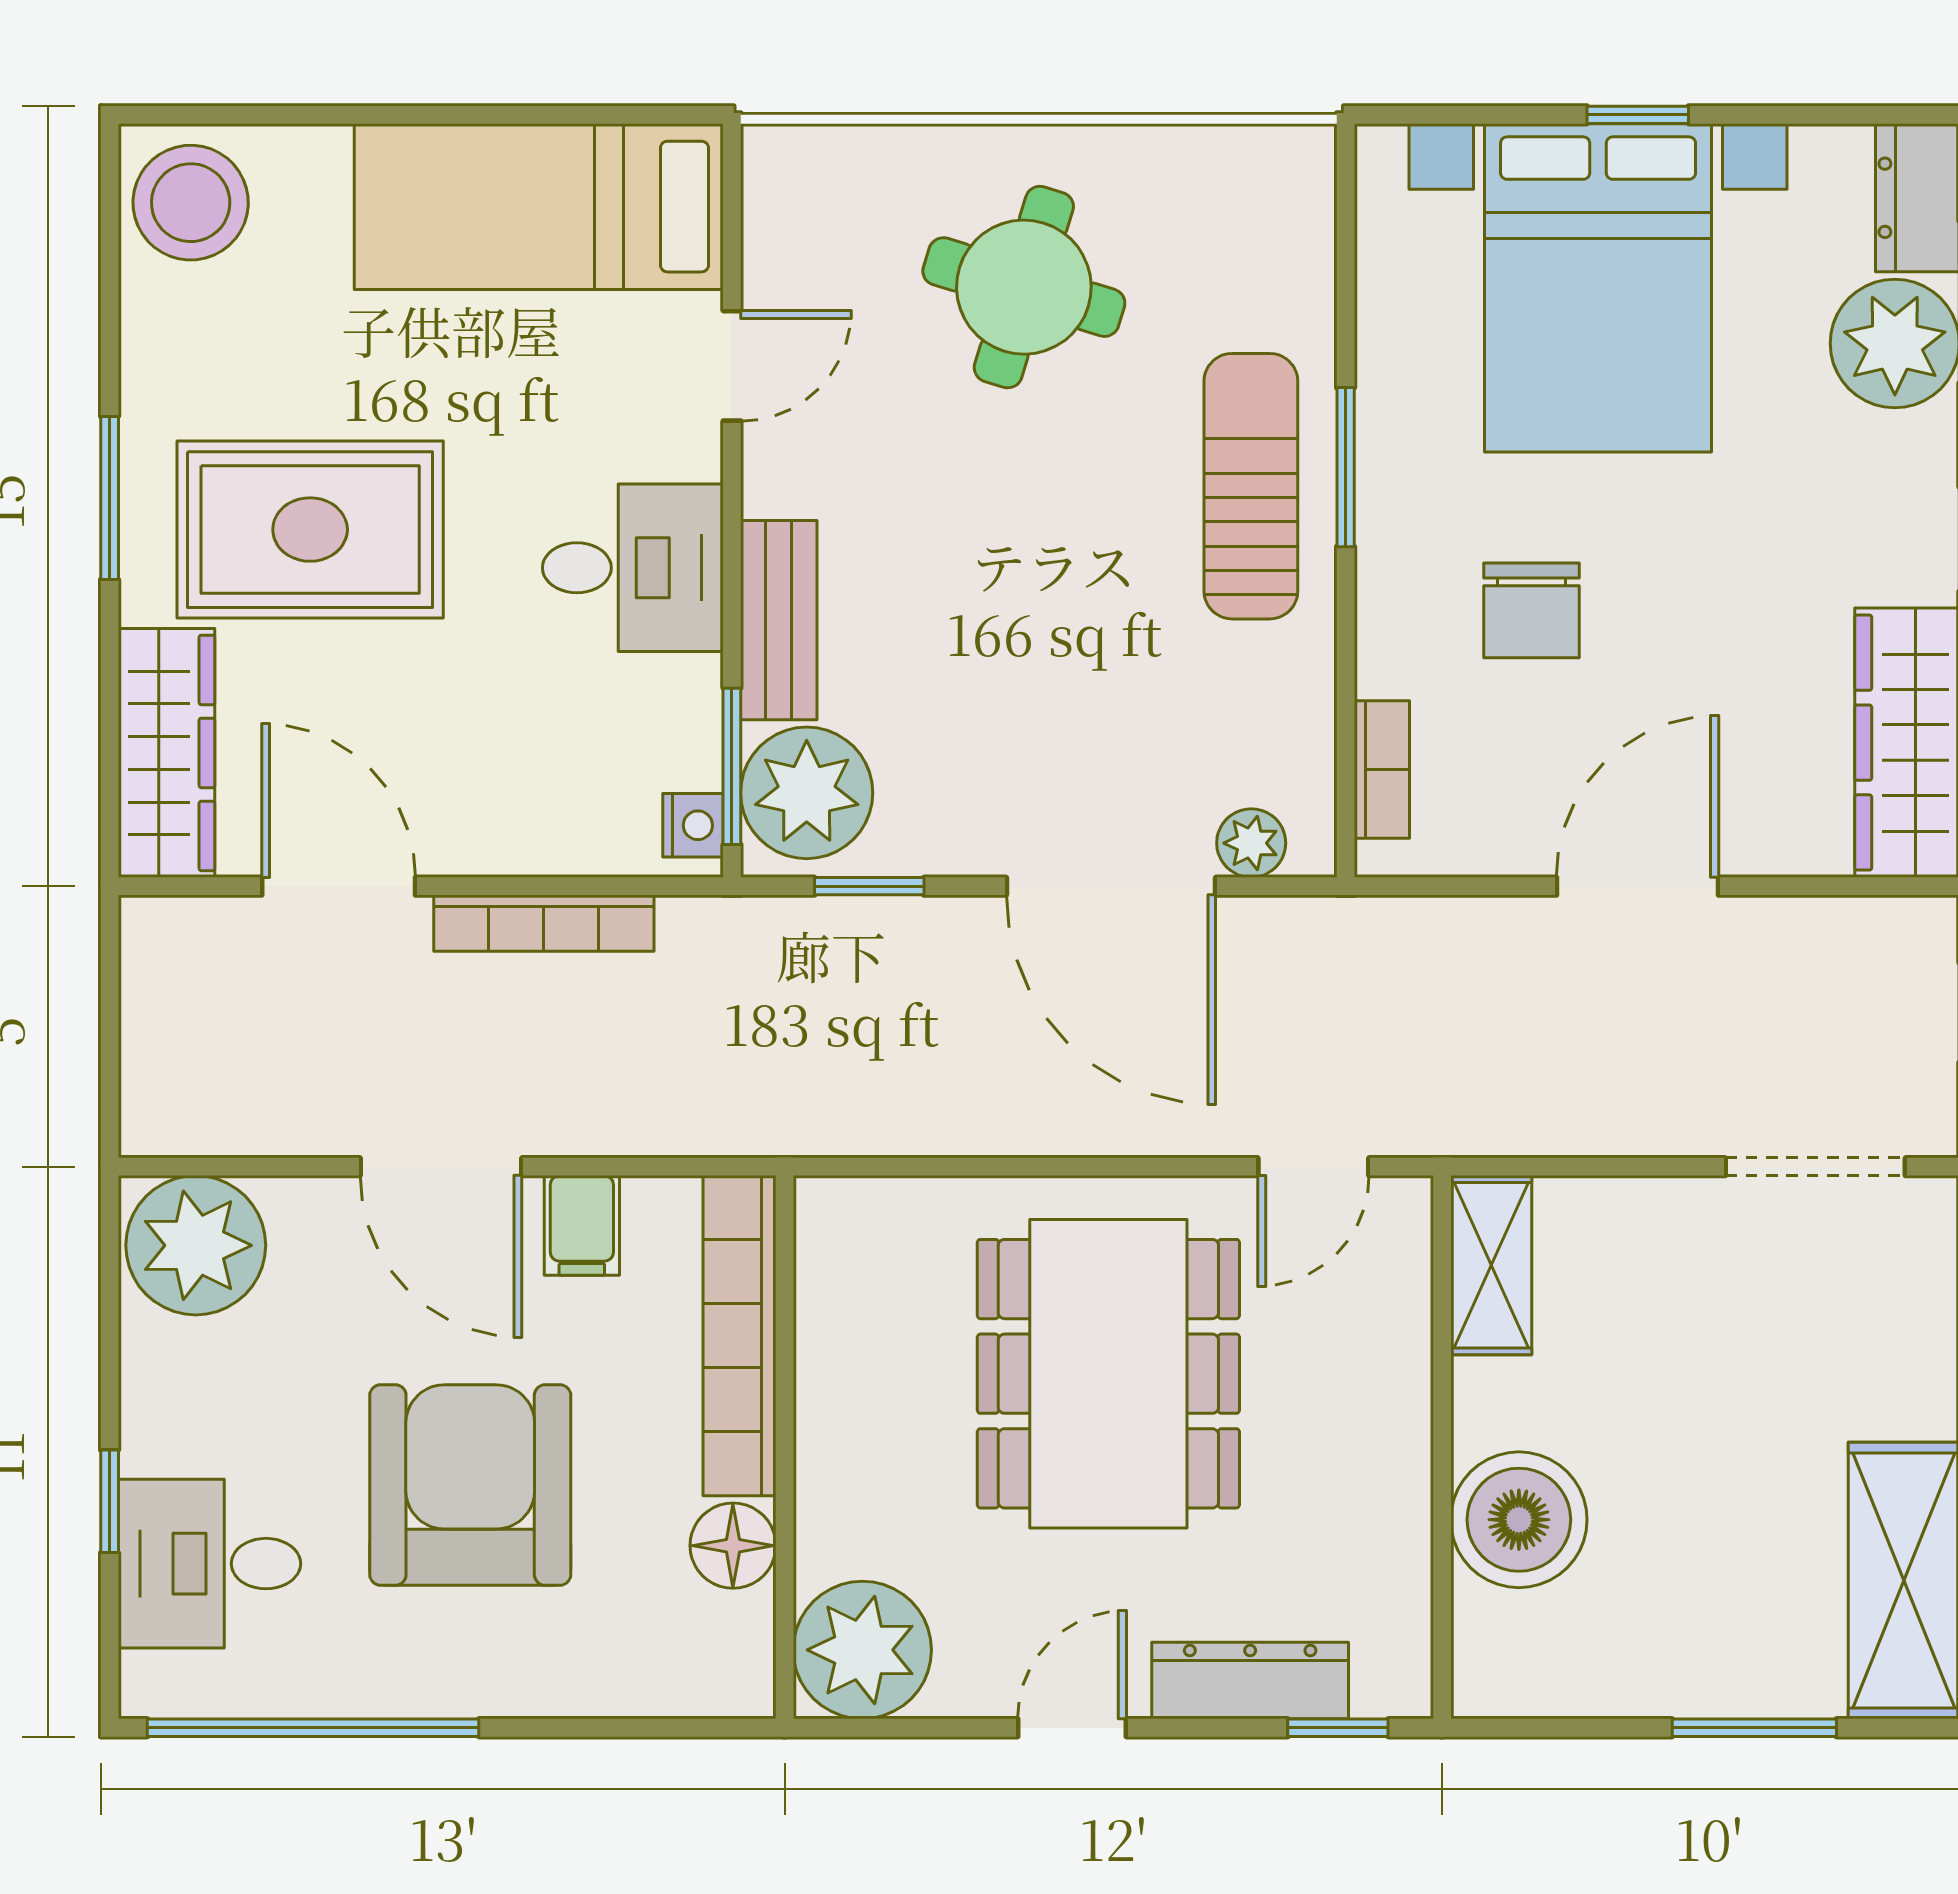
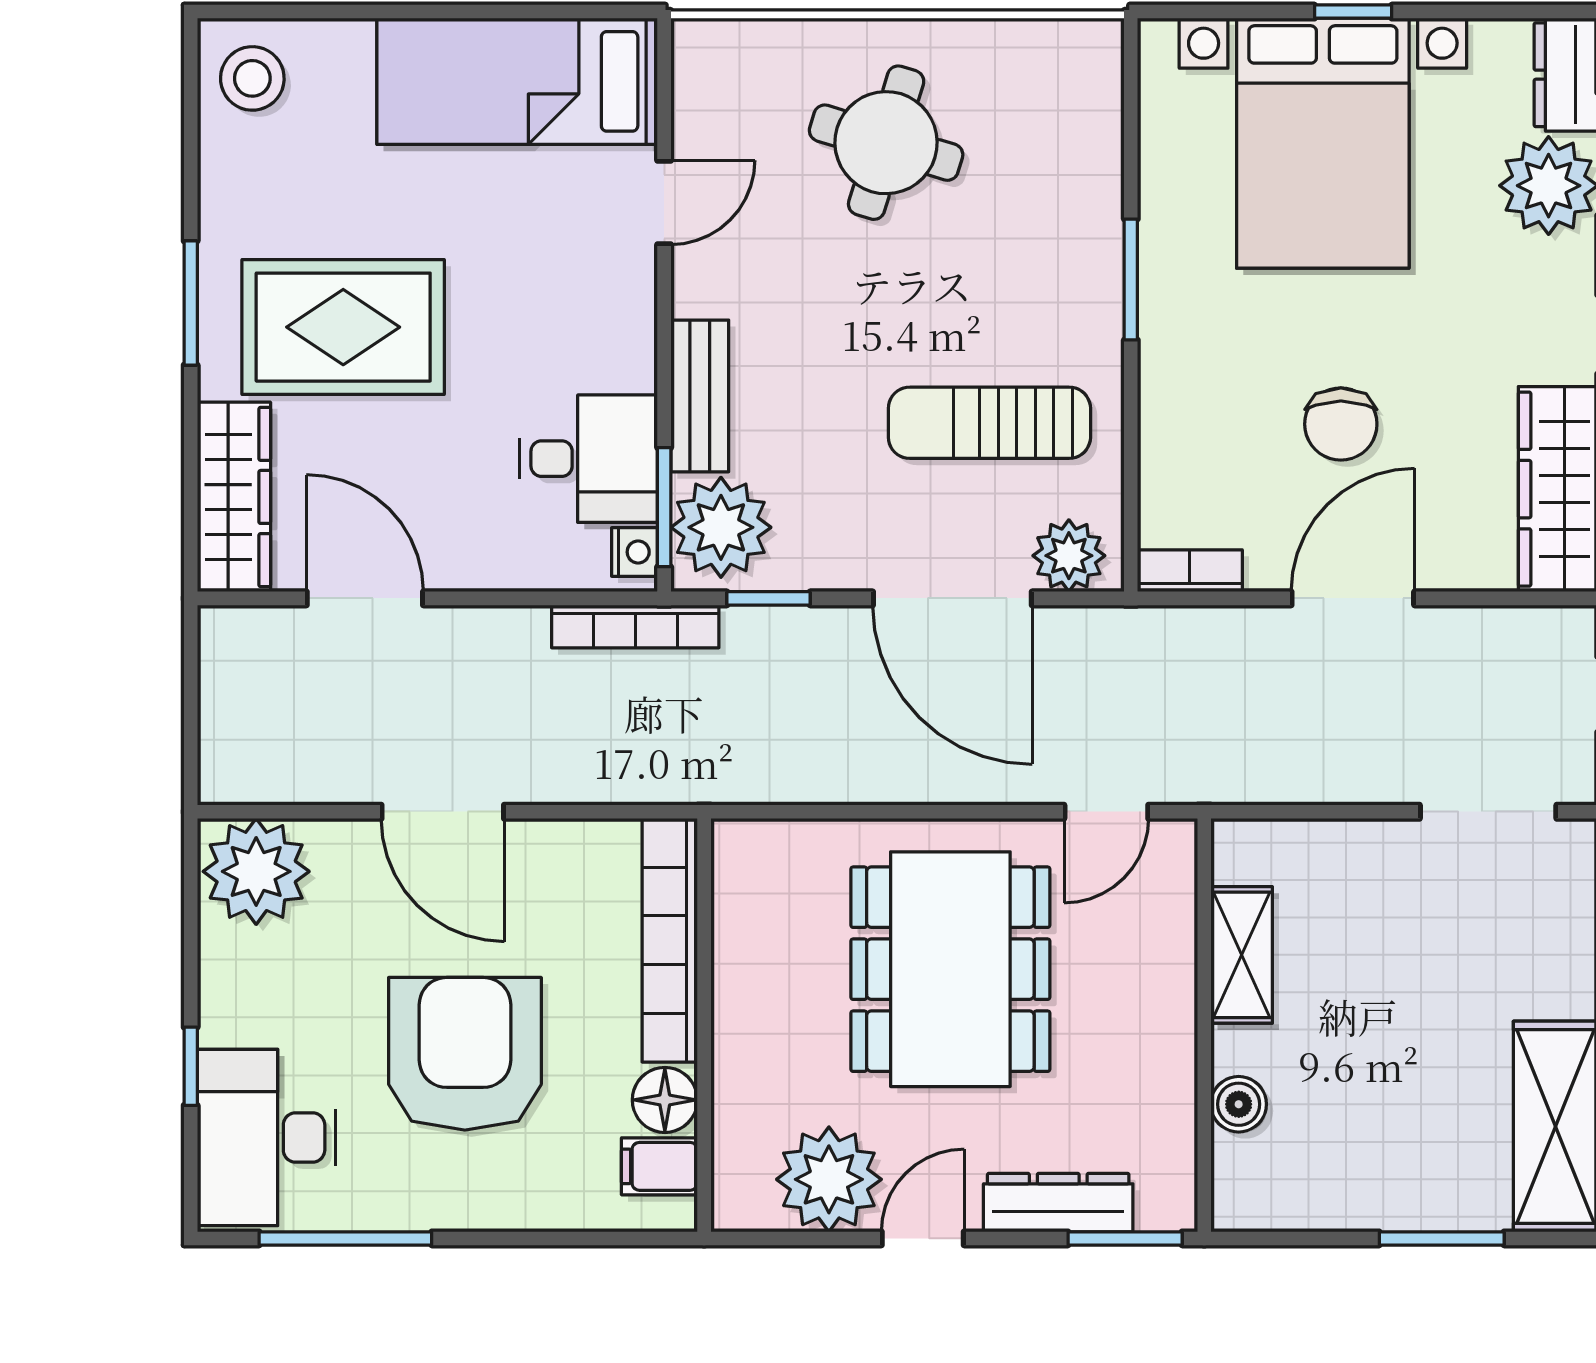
stool: (191, 203) -> (252, 78), width x0.73, depth x0.73
sun lounger: (1251, 486) -> (989, 423), moved, turned -90
desk: (633, 568) -> (589, 459), moved
chair: (1532, 610) -> (1341, 424), moved
bookcase: (1382, 769) -> (1190, 571), moved, turned -90
plant: (1251, 843) -> (1069, 556), width x1.38, depth x1.38
bookcase: (544, 923) -> (635, 626), moved
filing cabinet: (582, 1225) -> (659, 1166), moved, turned 90
shelving: (1491, 1265) -> (1242, 955), moved
boiler: (1519, 1520) -> (1239, 1104), width x0.54, depth x0.54
desk: (209, 1564) -> (267, 1138), width x1.37
plant: (862, 1650) -> (829, 1179), moved
window: (313, 1728) -> (345, 1238), width x0.68
window: (1338, 1728) -> (1125, 1238), width x1.50

